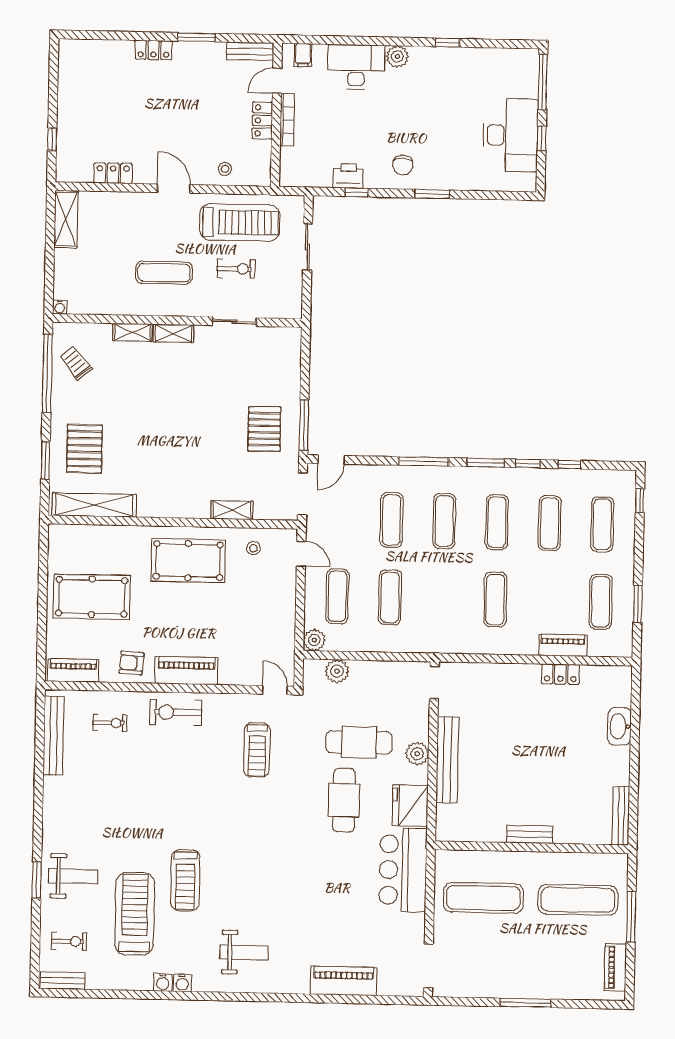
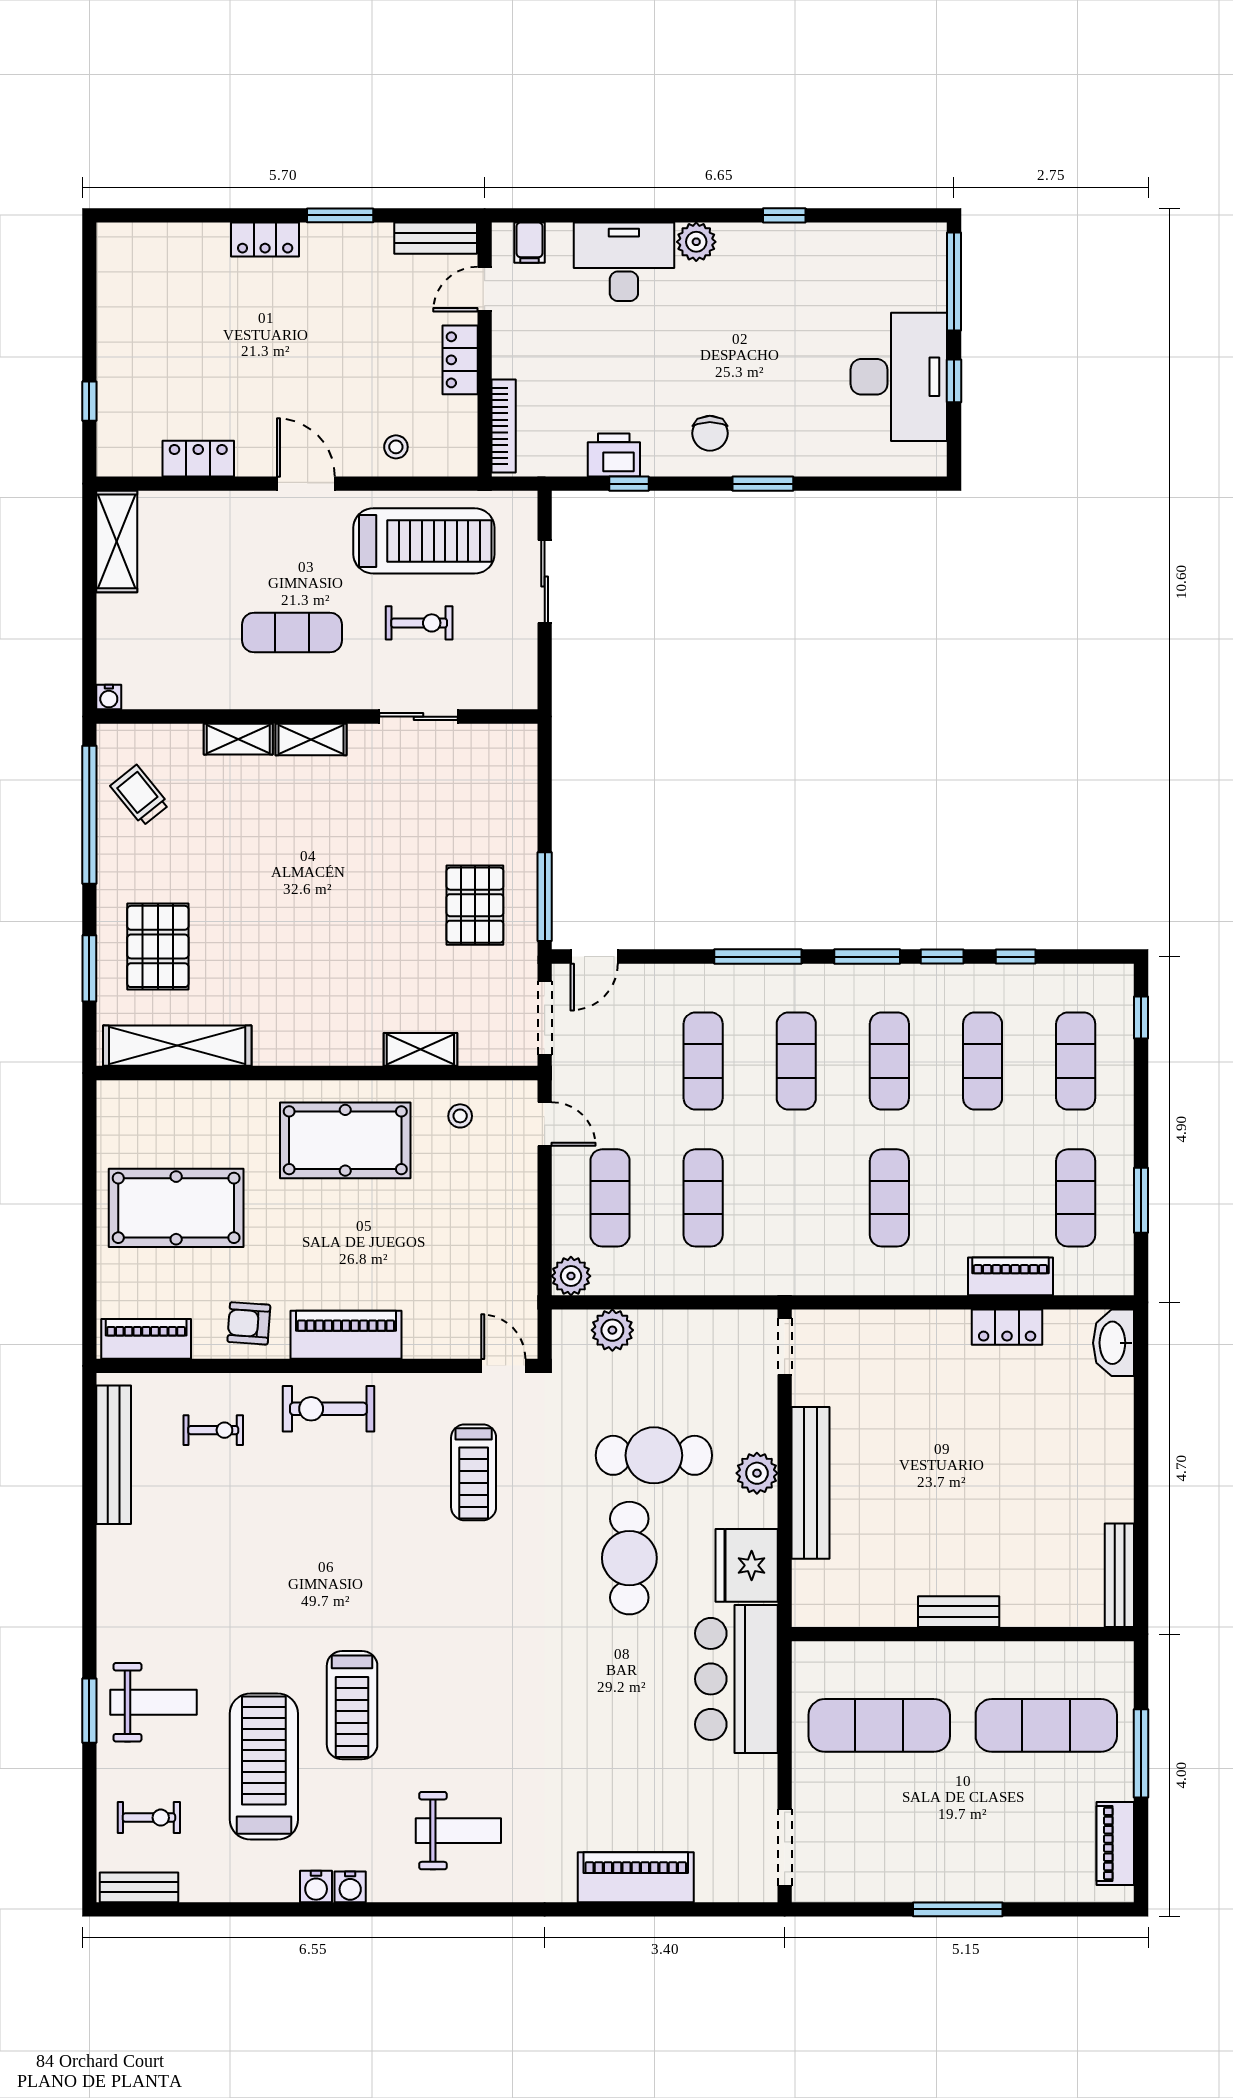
bookcase: (287, 120) -> (504, 426), moved
washbasin: (620, 726) -> (1114, 1343), moved

